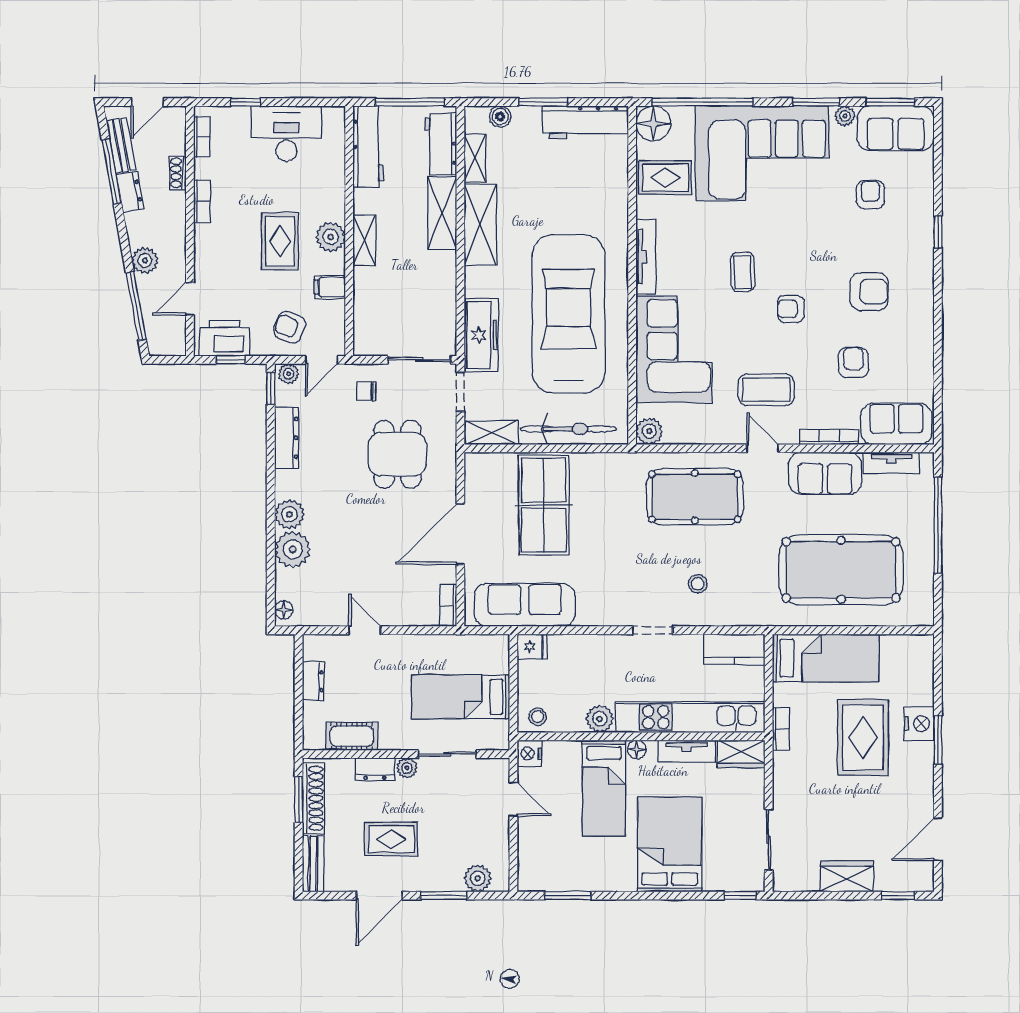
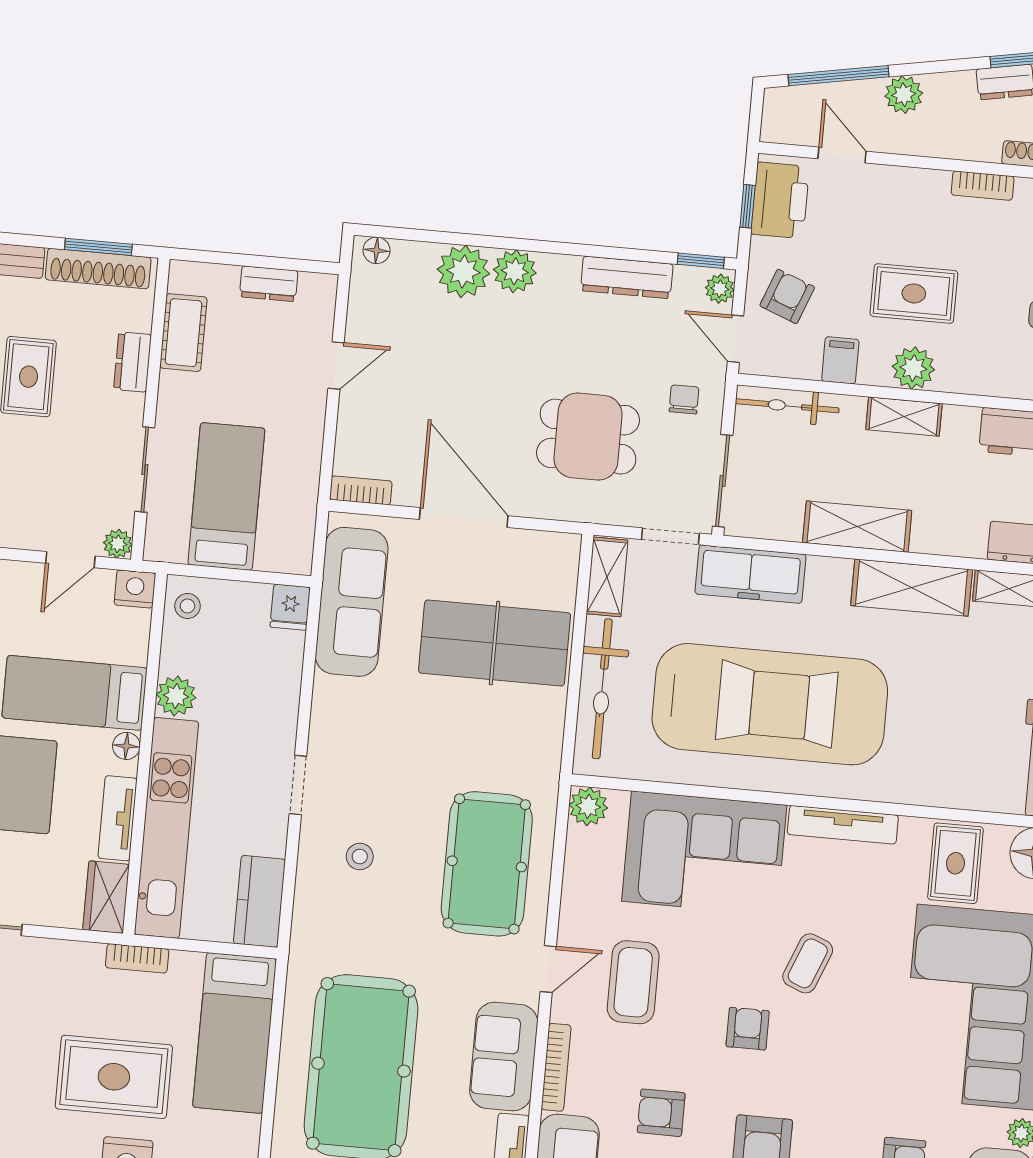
shelving: (442, 213) -> (857, 527), moved
coffee table: (743, 272) -> (808, 963), turned -66
bicycle: (364, 321) -> (787, 406), added
armchair: (853, 363) -> (661, 1113), turned 180
plant: (407, 768) -> (118, 544), moved

